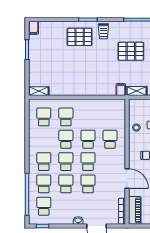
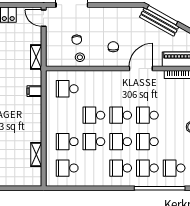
filing cabinet: (121, 90) -> (34, 91), moved
shelving: (39, 91) -> (36, 154), moved
school desk: (110, 139) -> (67, 89), moved

